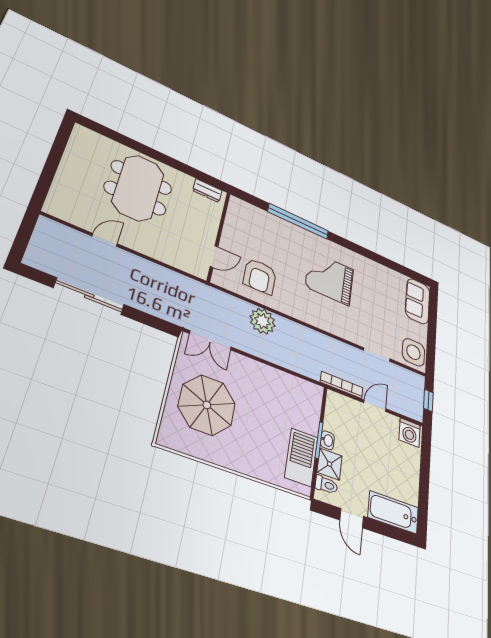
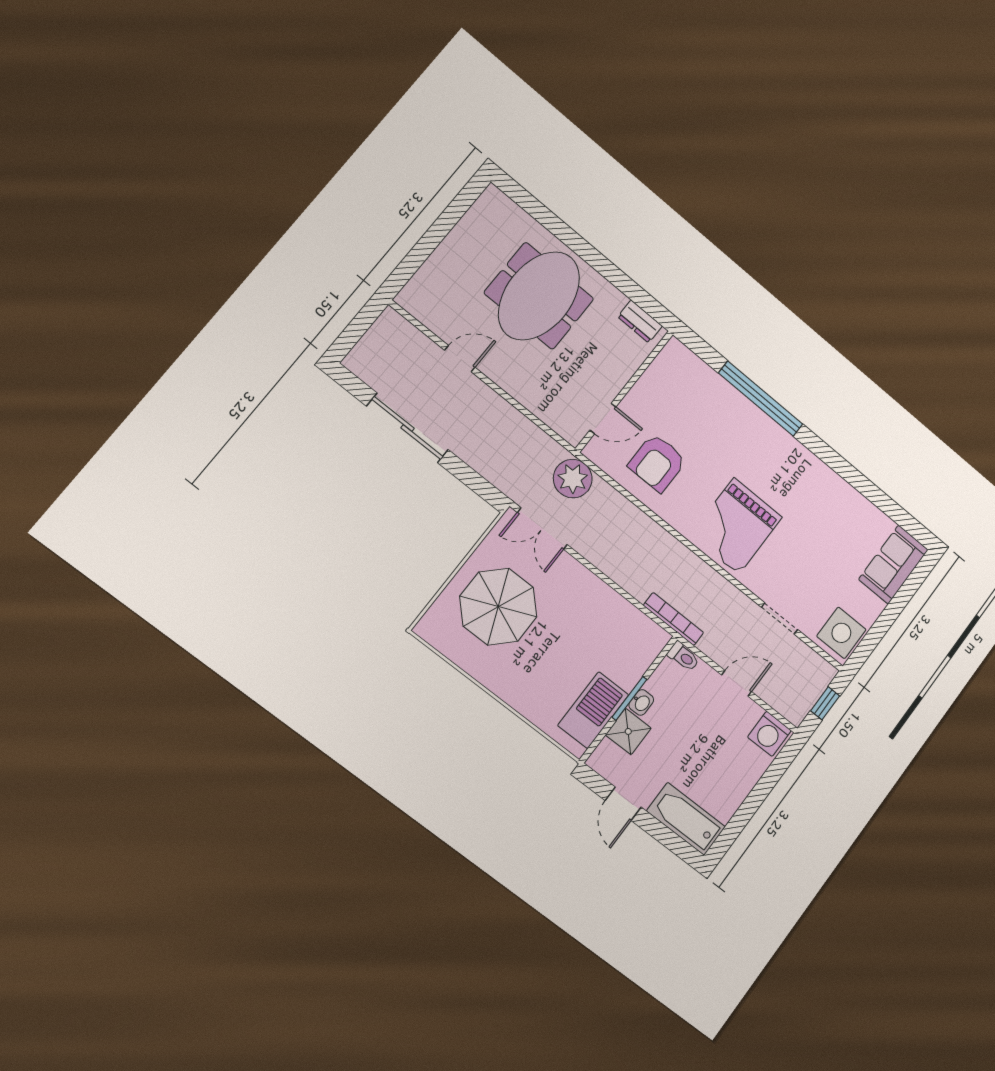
grand piano: (330, 278) -> (736, 526), moved, turned -90
plant: (262, 321) -> (573, 479), moved
bookcase: (342, 385) -> (674, 619), moved
toilet: (326, 485) -> (683, 657), moved

